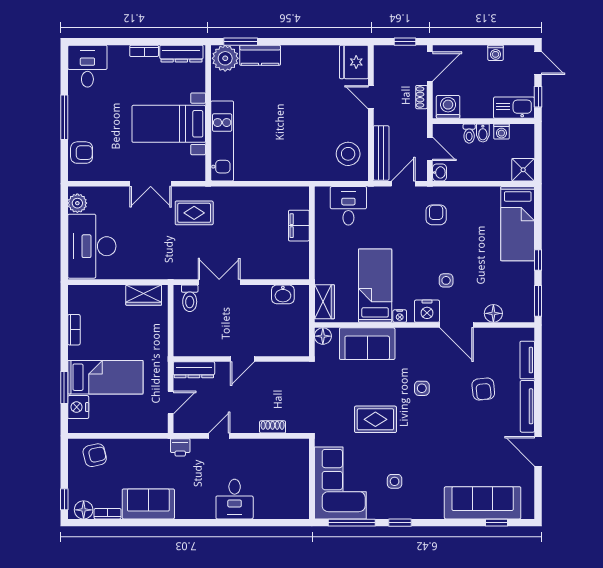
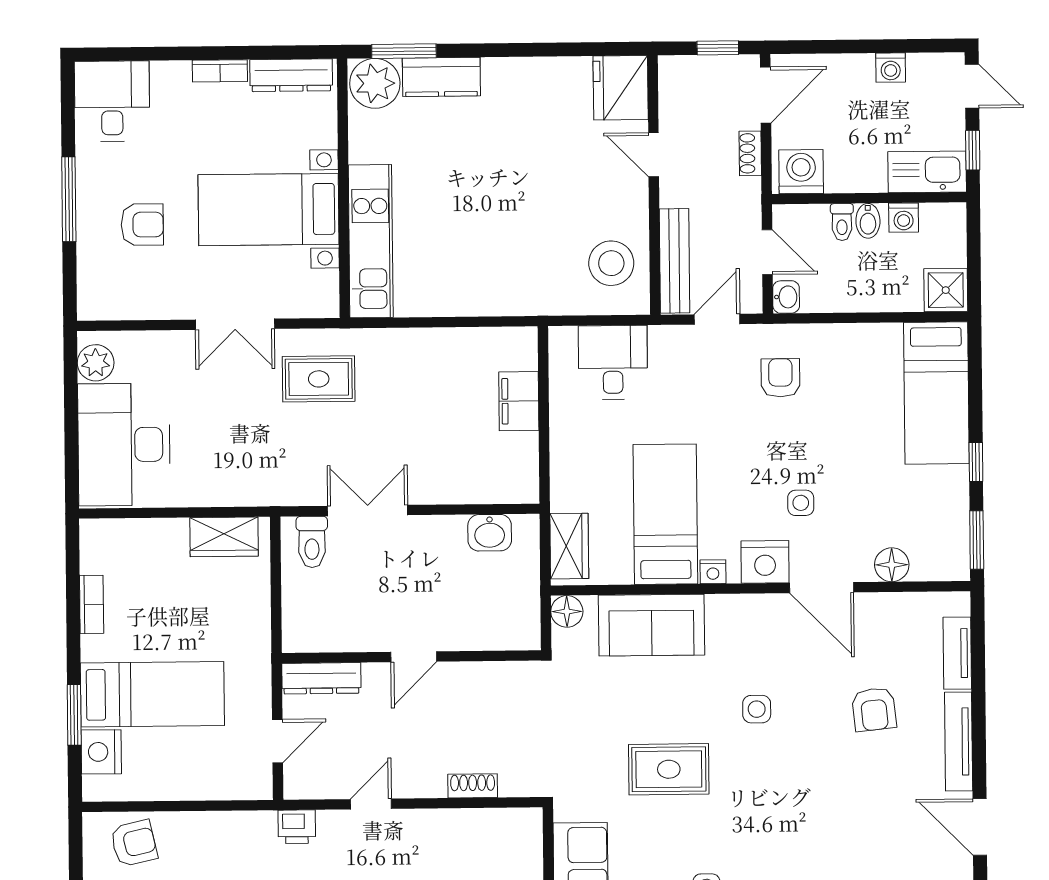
armchair: (82, 153) -> (142, 225), moved

